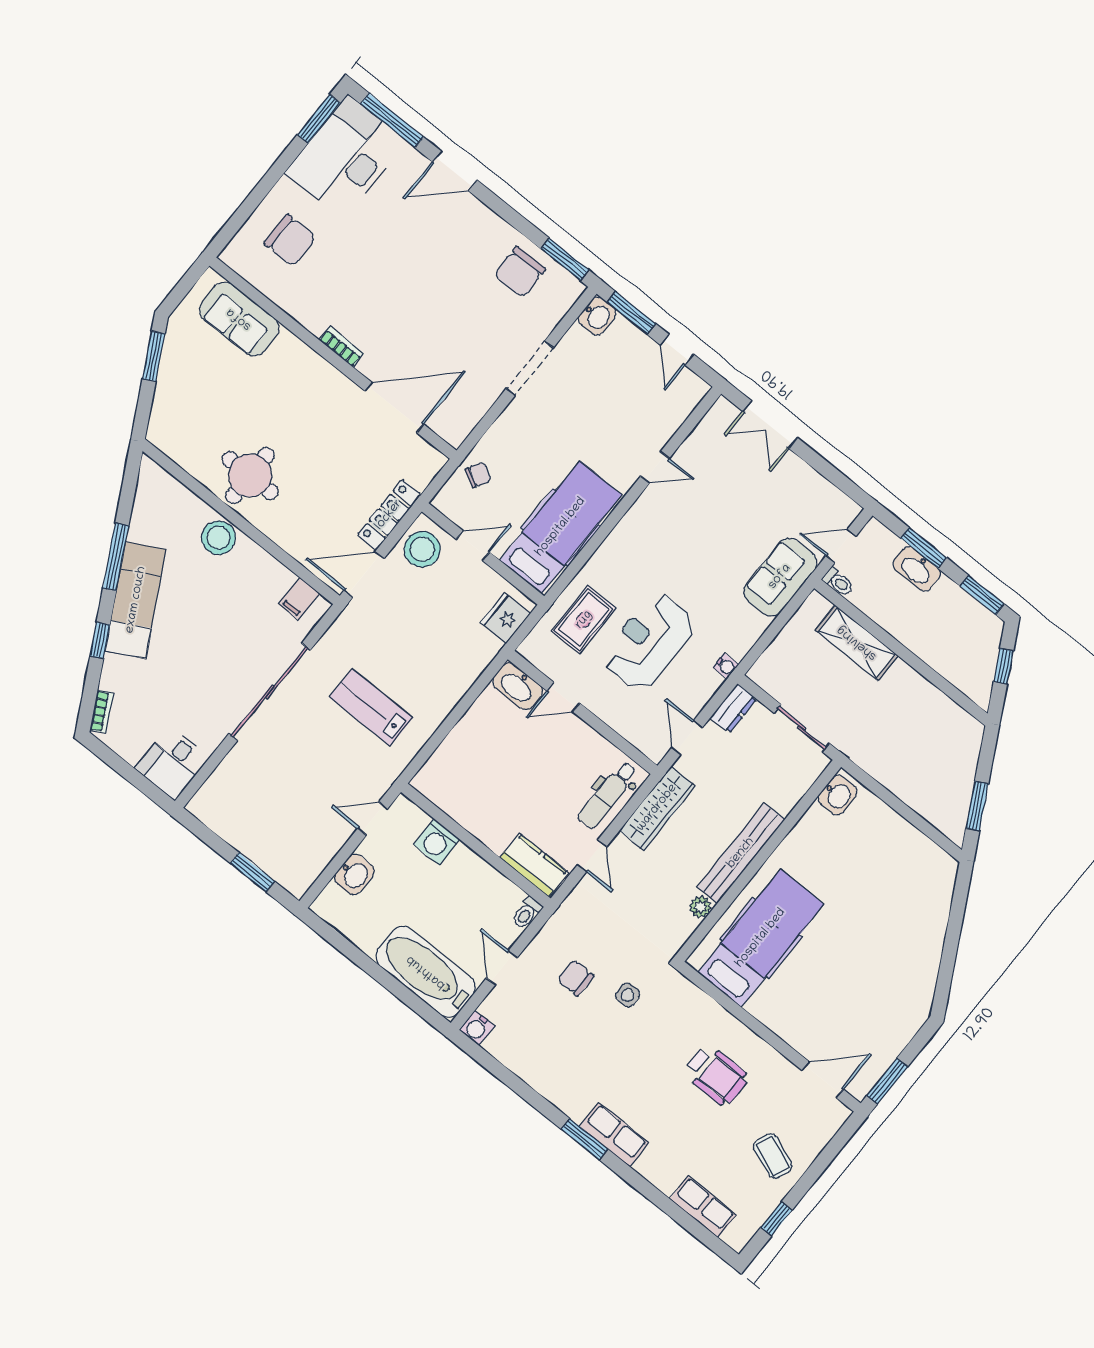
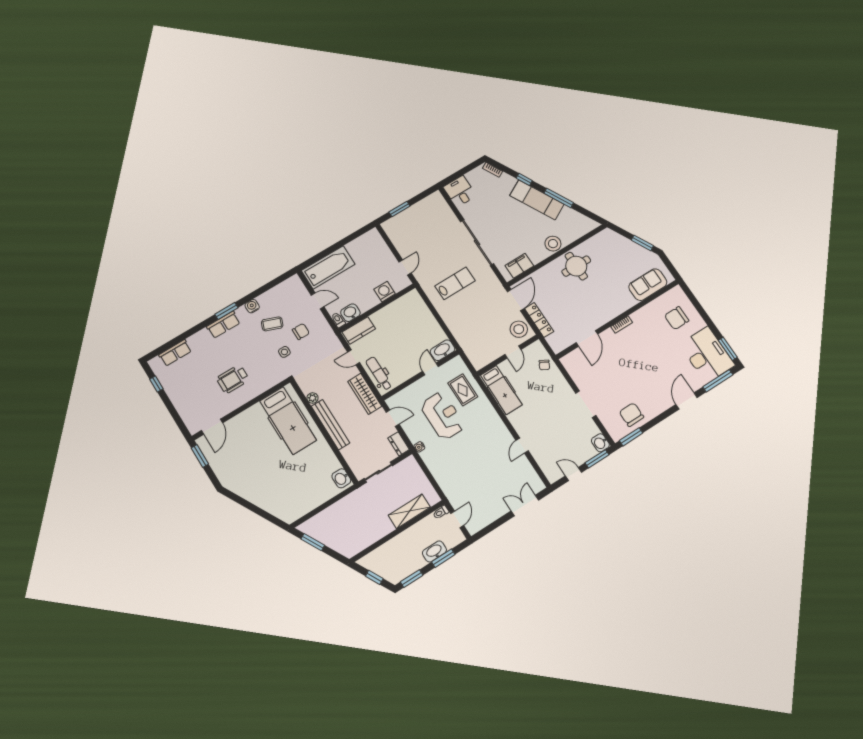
door: (394, 407) -> (587, 338), width x0.73
hospital bed: (561, 527) -> (501, 390), width x0.73, depth x0.78
sofa: (780, 577) -> (452, 486), removed
filing cabinet: (299, 599) -> (519, 266), width x2.00
fridge: (505, 618) -> (475, 355), removed
washbasin: (354, 874) -> (350, 313), moved, turned 90
water cooler: (477, 1028) -> (252, 306), moved
coffee table: (773, 1156) -> (272, 324), moved

